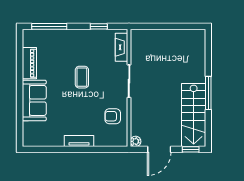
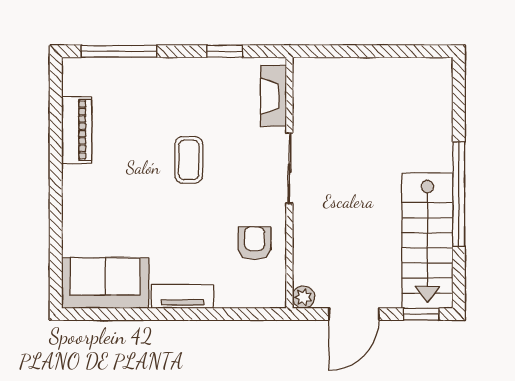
window: (208, 93) -> (459, 194), width x1.46
sofa: (34, 100) -> (105, 283), moved, turned -90
armchair: (113, 116) -> (255, 243), turned 90

